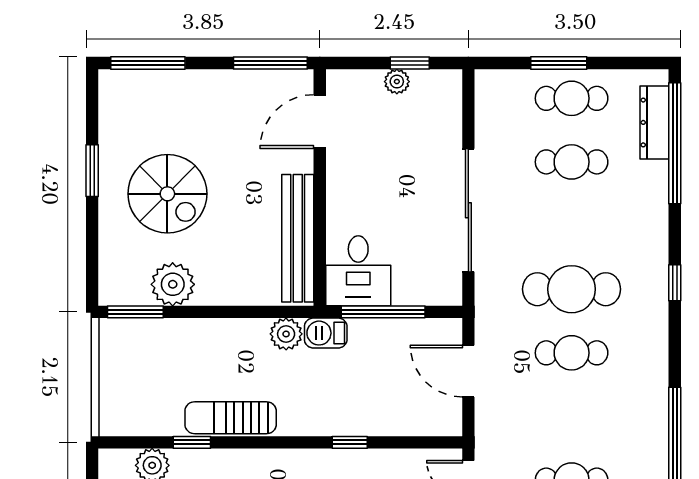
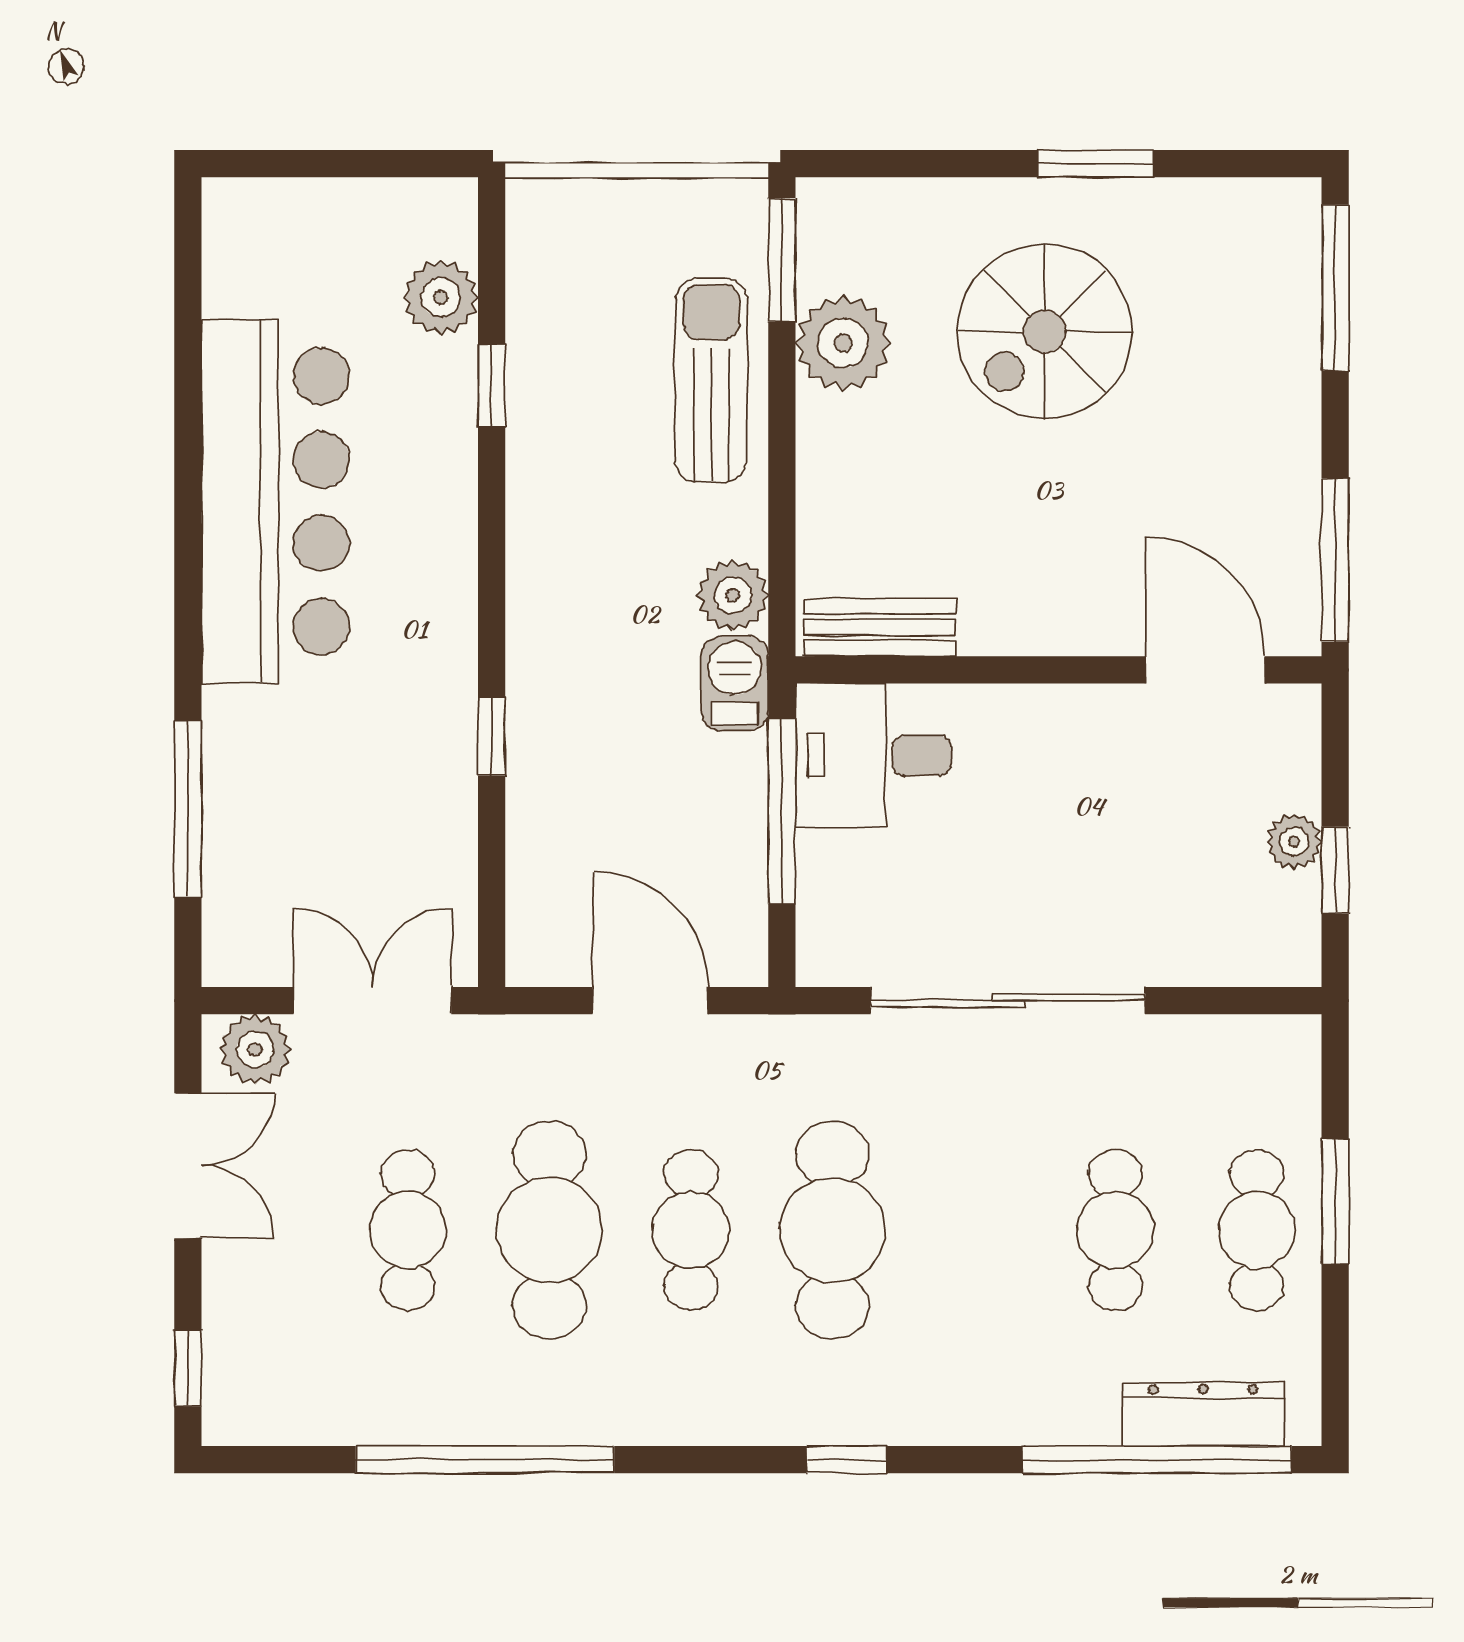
bench: (298, 238) -> (880, 627), width x0.54, depth x0.82
door: (468, 371) -> (650, 1001), hinge flipped
cafe table: (572, 416) -> (549, 1230), added
sun lounger: (231, 418) -> (711, 380), moved

